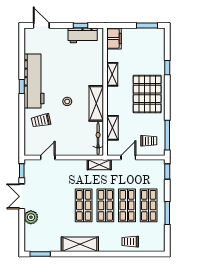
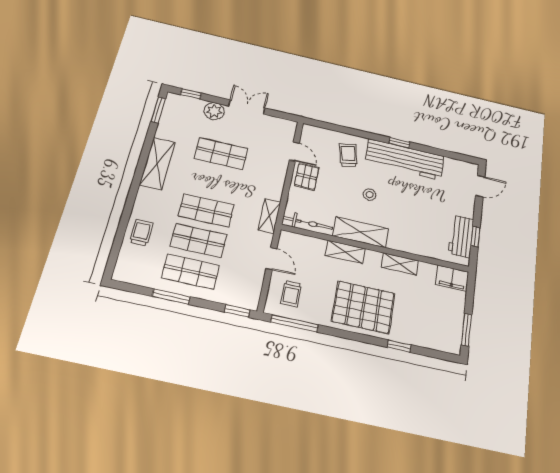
shelving: (113, 128) -> (345, 252), moved
pallet: (64, 146) -> (307, 176), added
window: (22, 171) -> (191, 94), moved
shop shelf: (84, 205) -> (221, 154), moved

